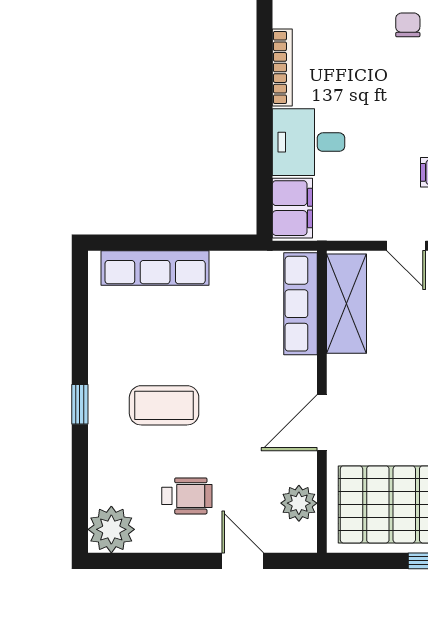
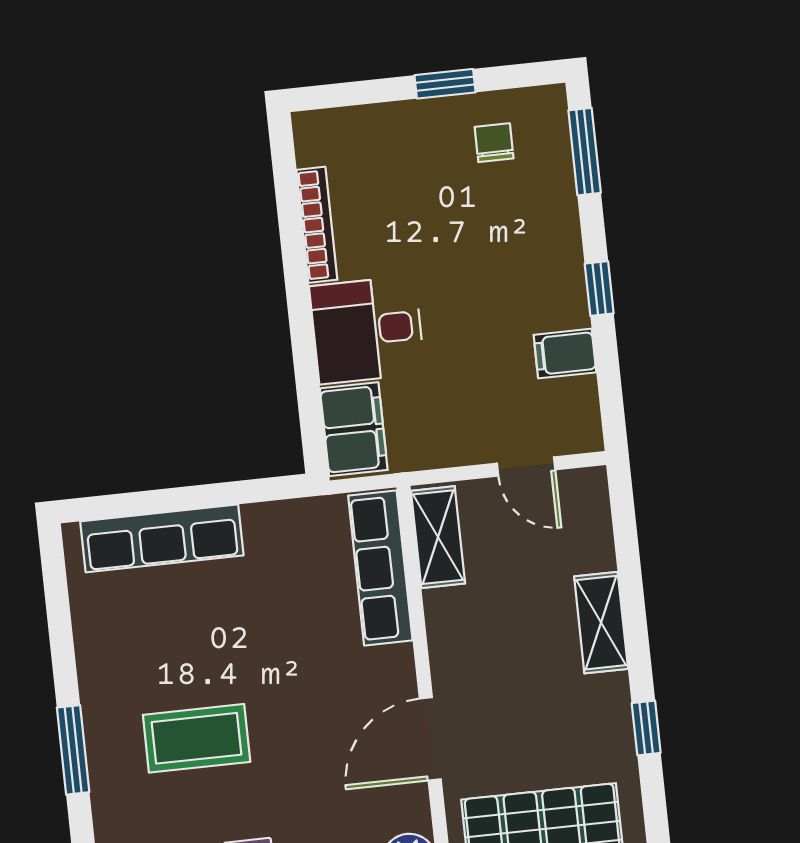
shelving: (346, 304) -> (438, 537), width x0.67, depth x0.75
window: (80, 404) -> (73, 750), width x1.50

